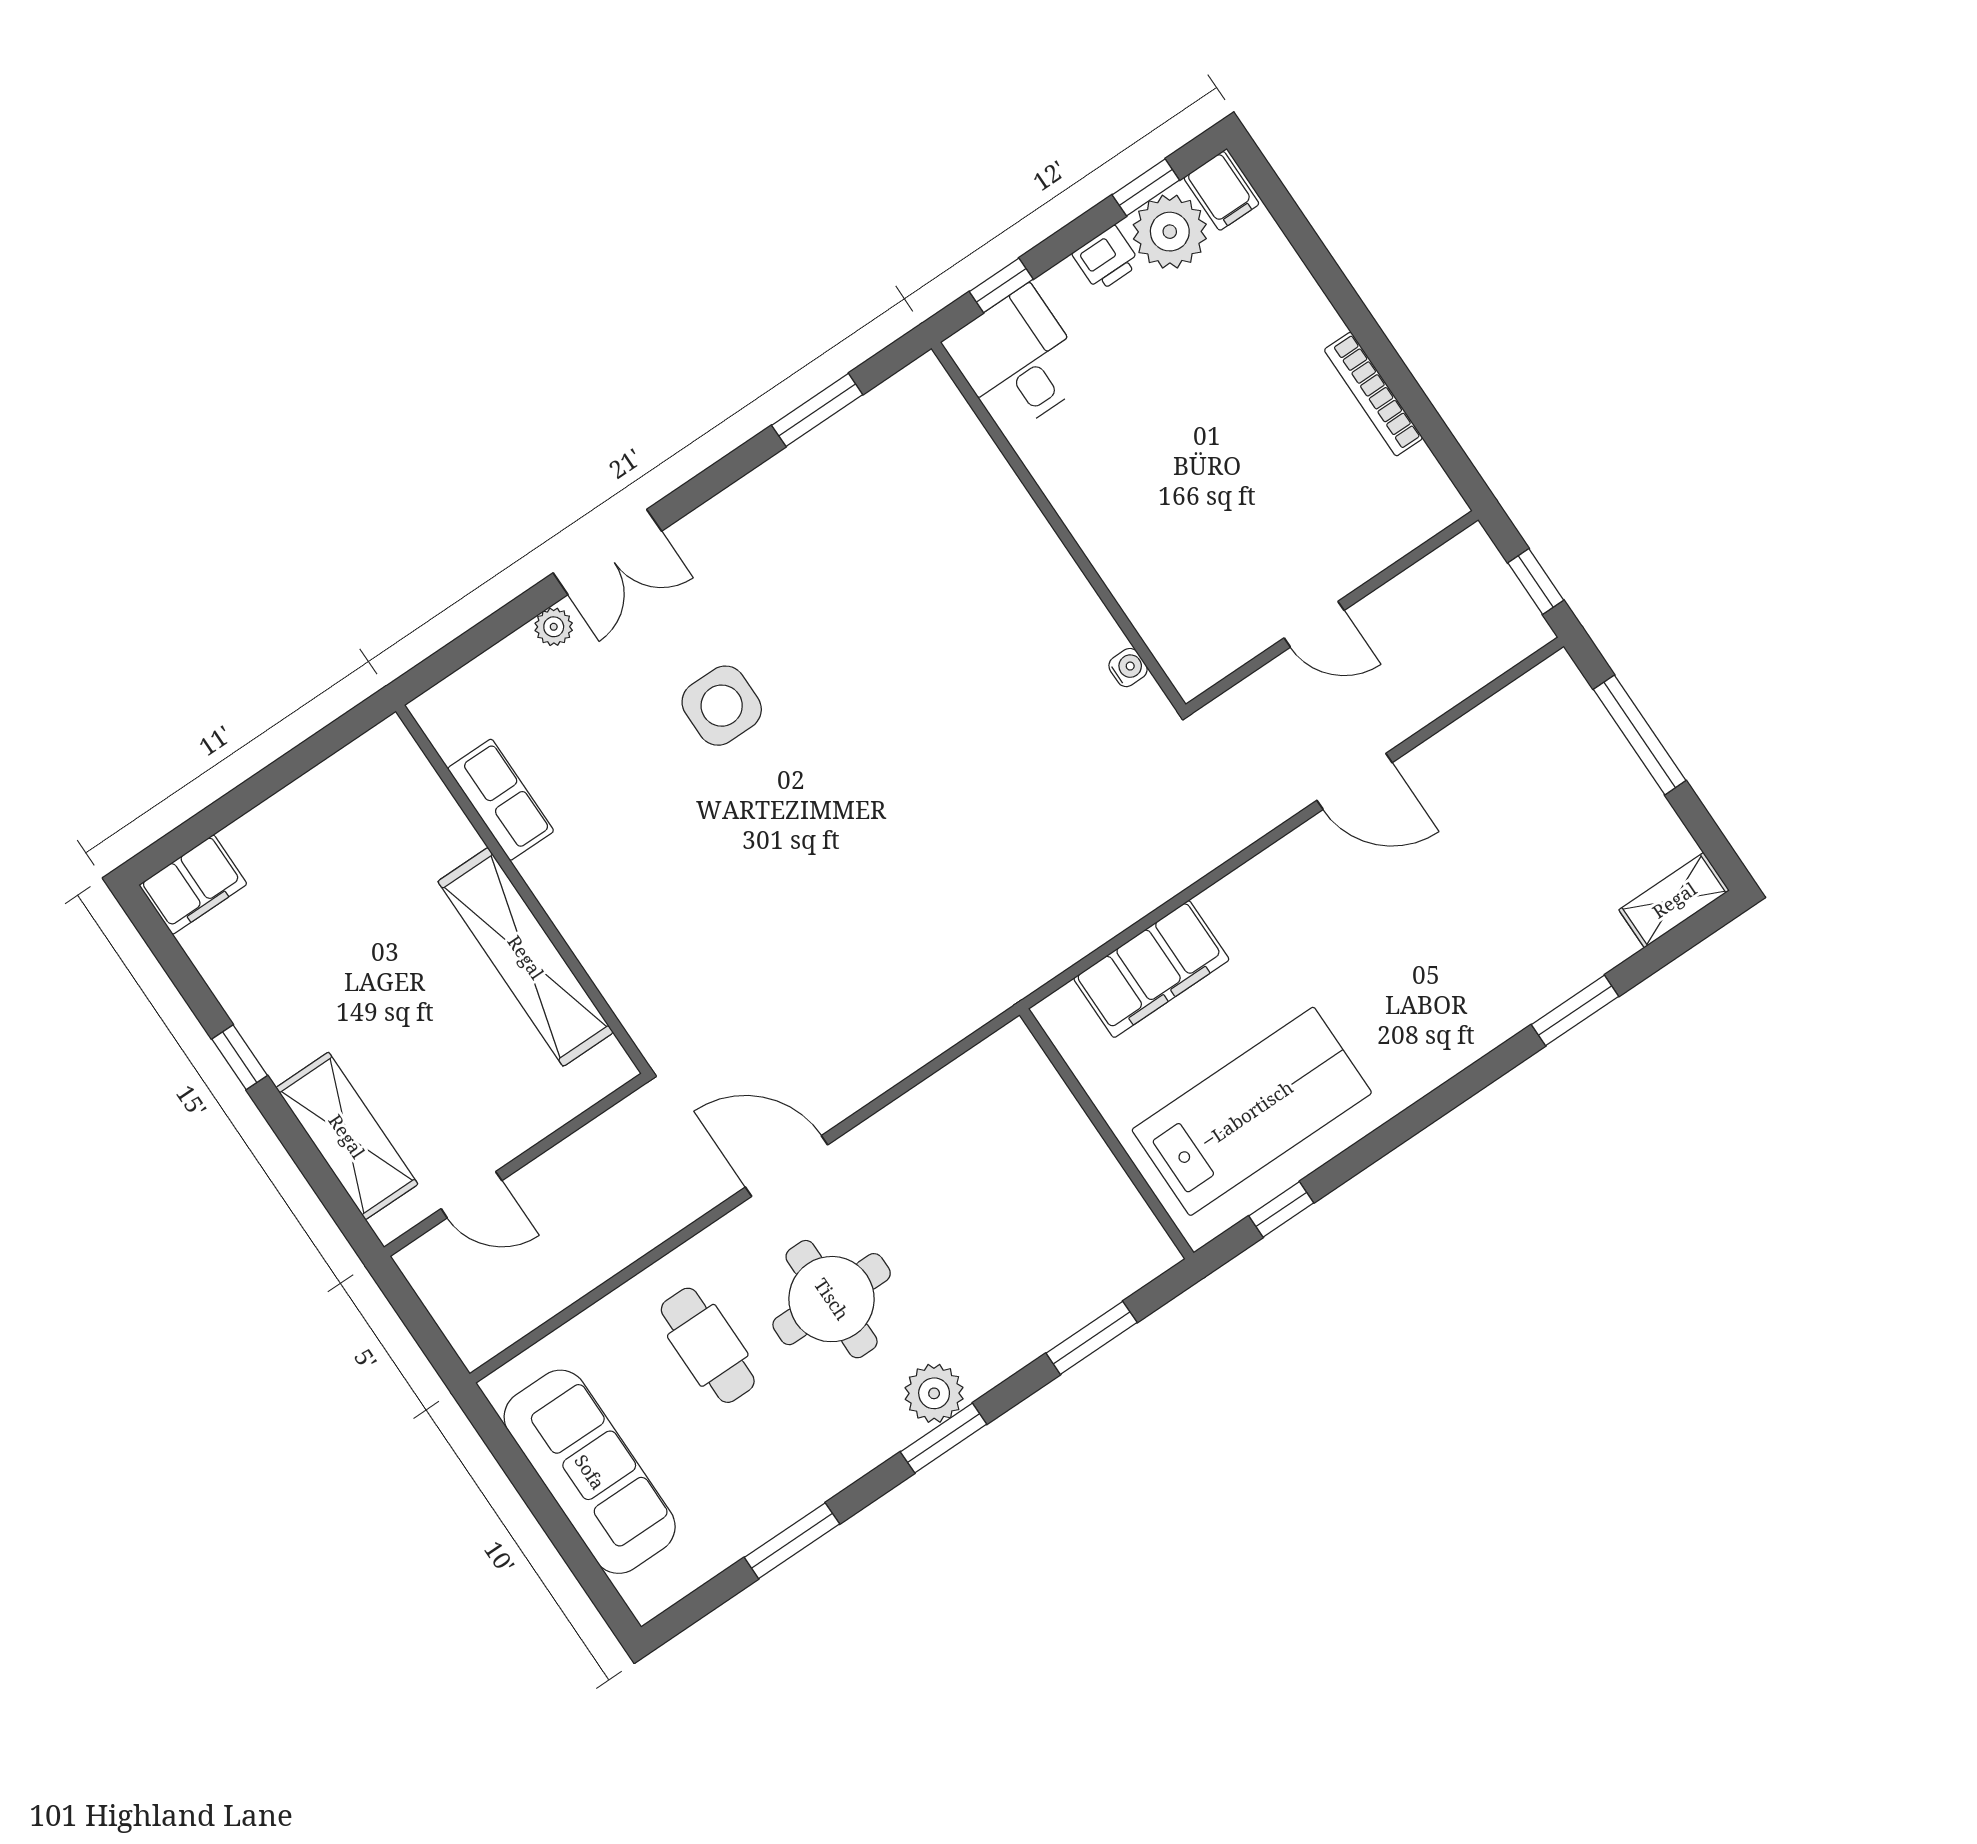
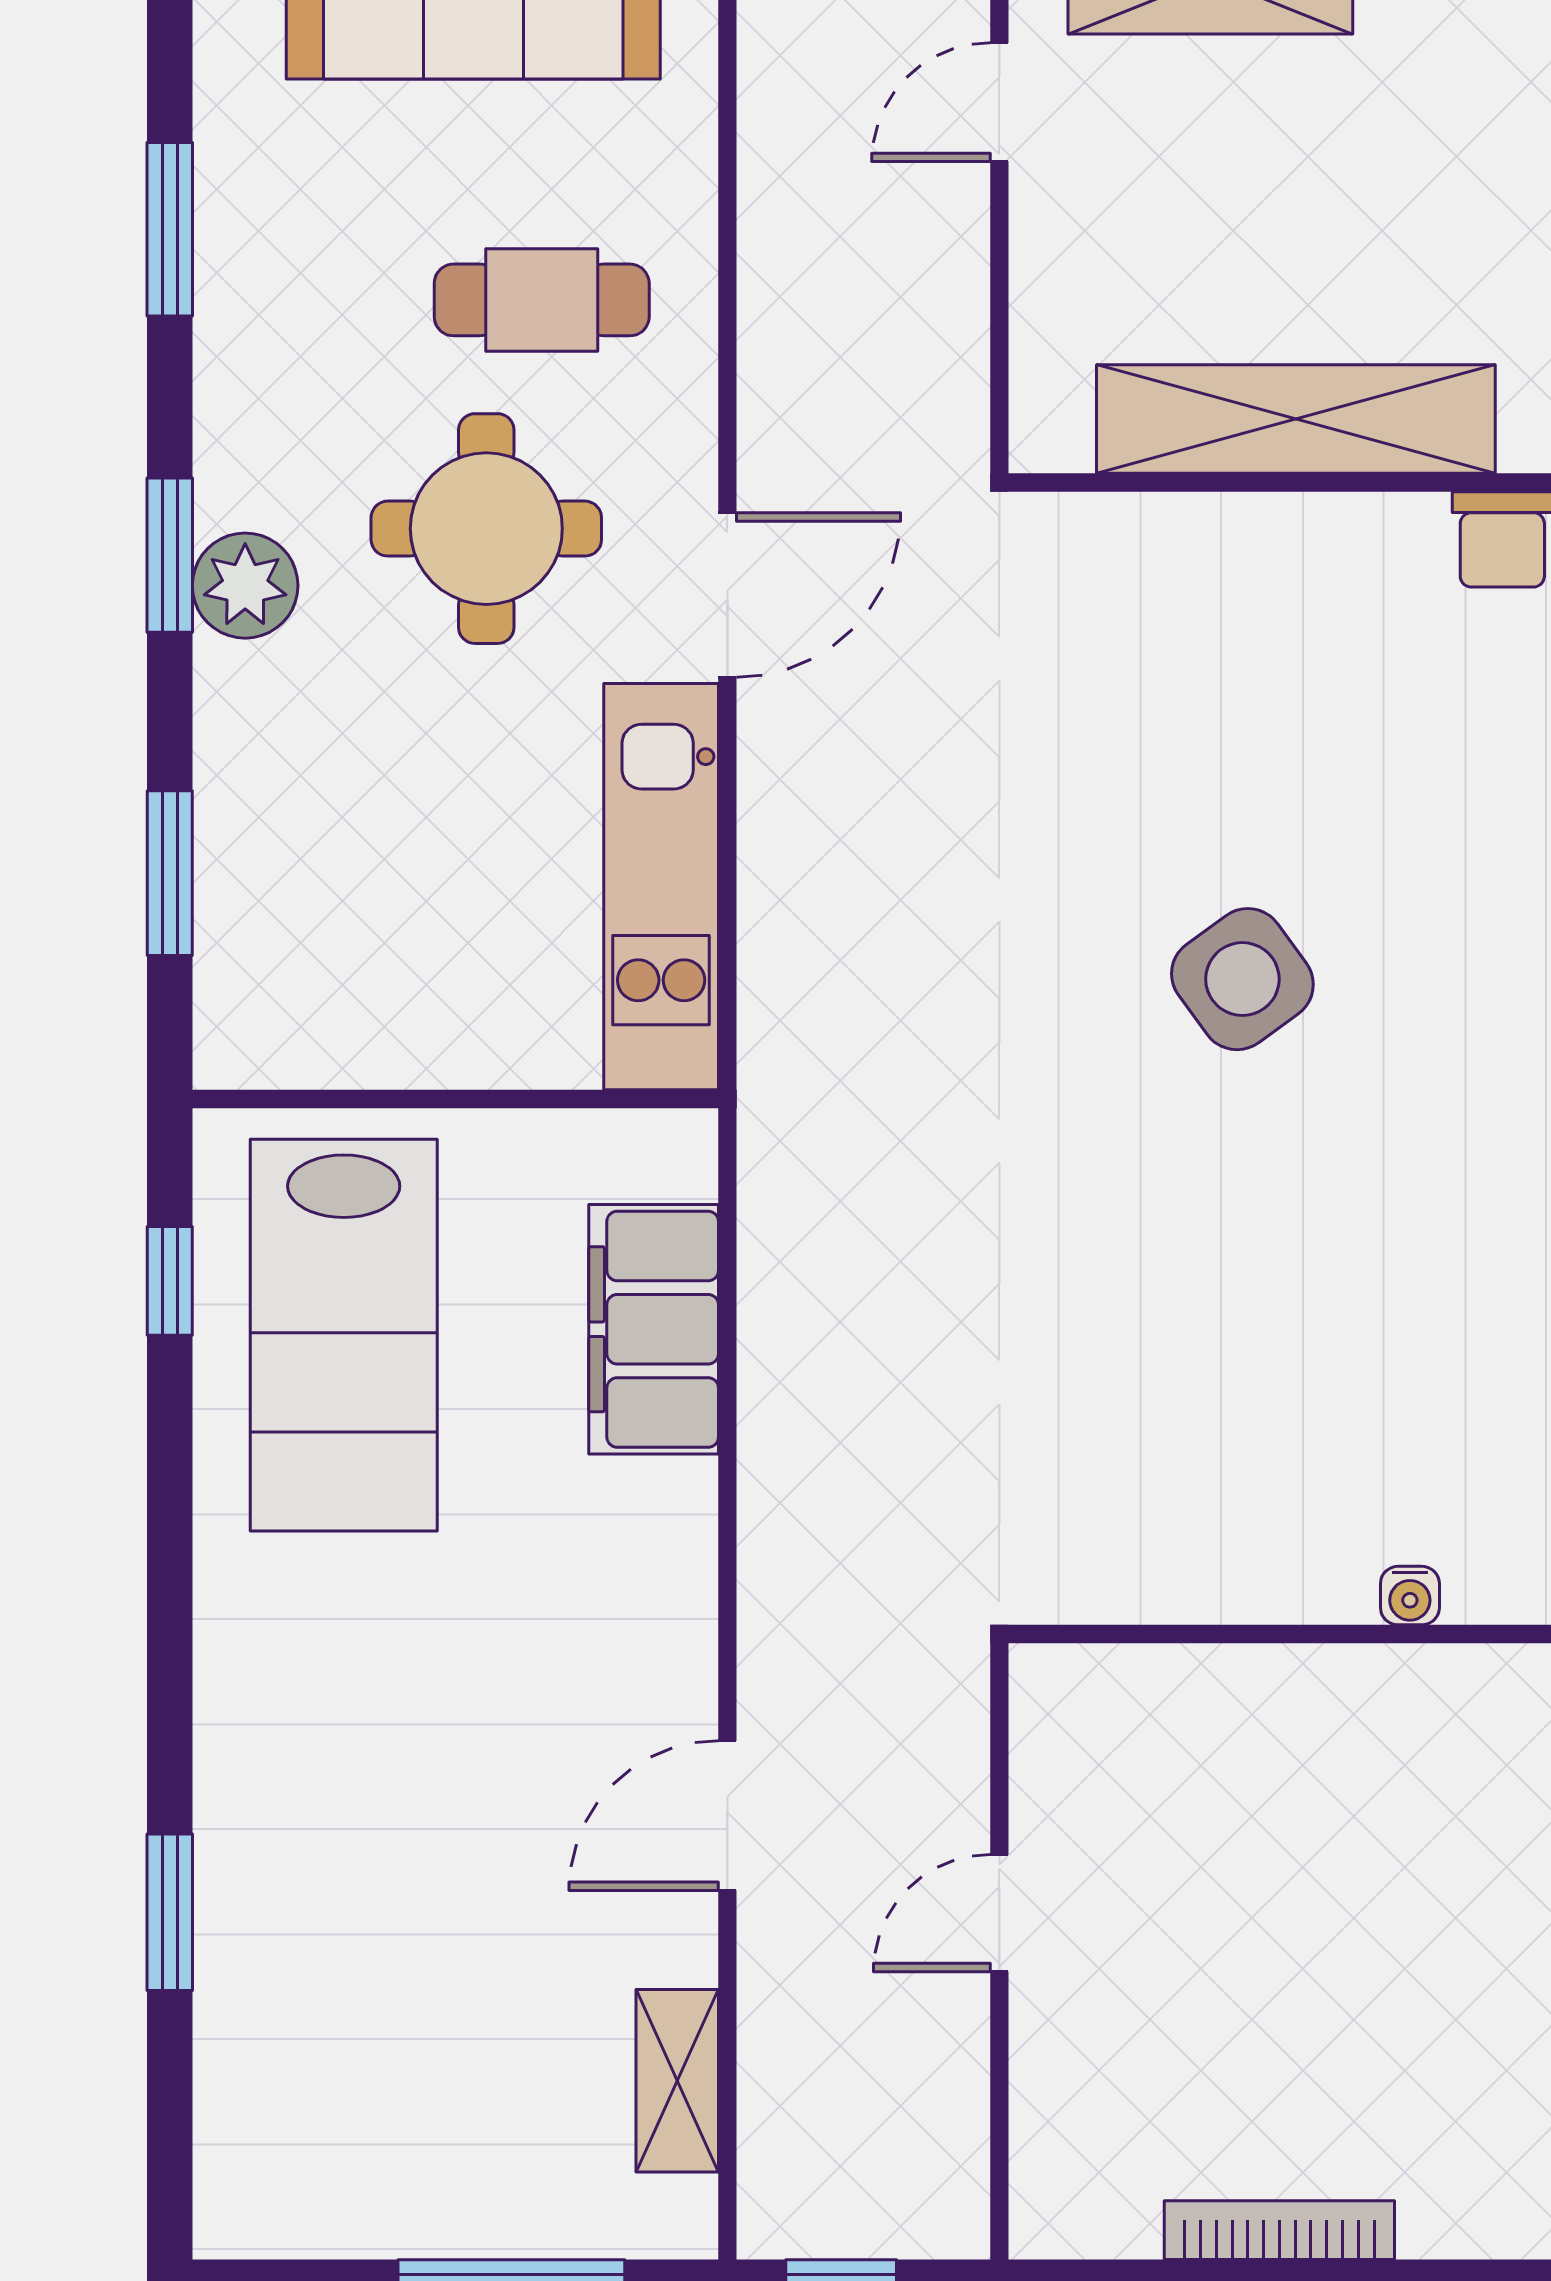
water cooler: (1128, 668) -> (1410, 1596), moved
side table: (722, 706) -> (1242, 979), moved, turned -36
shelving: (1674, 900) -> (677, 2081), moved
kitchen unit: (943, 1105) -> (661, 887), added

